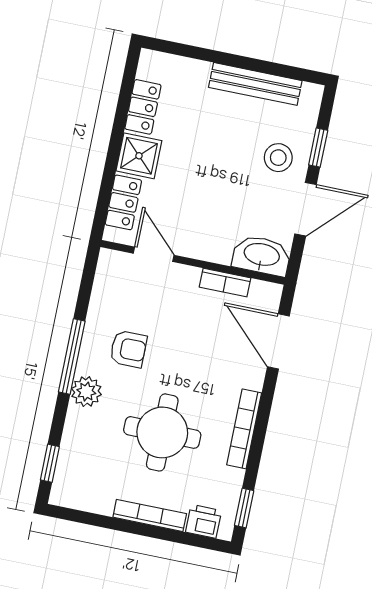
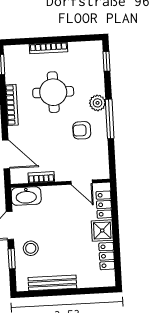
printer: (204, 521) -> (20, 52), removed

